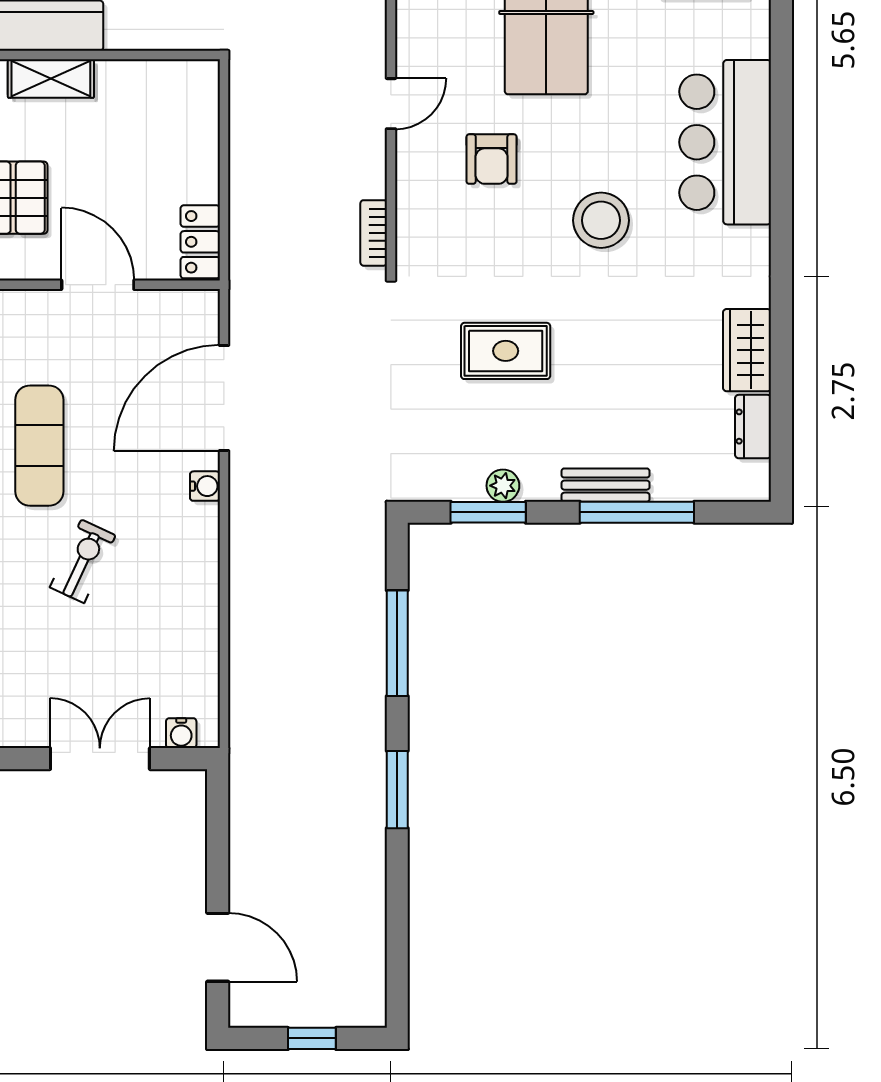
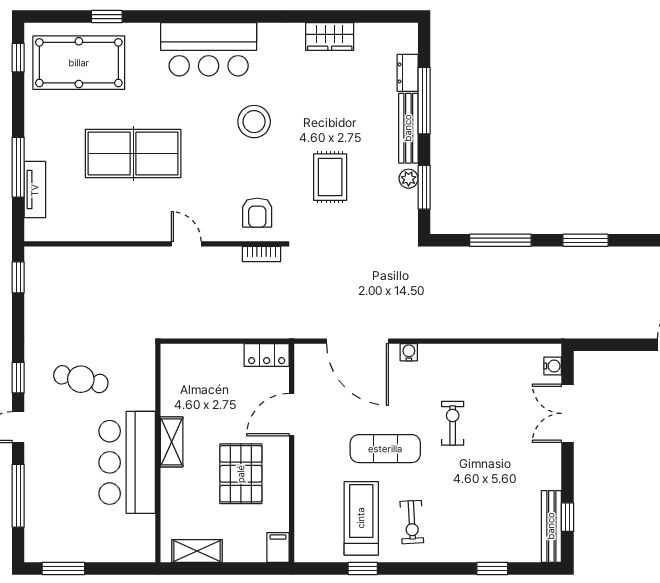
armchair: (492, 159) -> (257, 213), moved, turned 90
dresser: (753, 427) -> (408, 73), moved, turned 90
bench: (606, 485) -> (408, 128), width x1.36
exercise bike: (83, 561) -> (453, 423), turned 65

